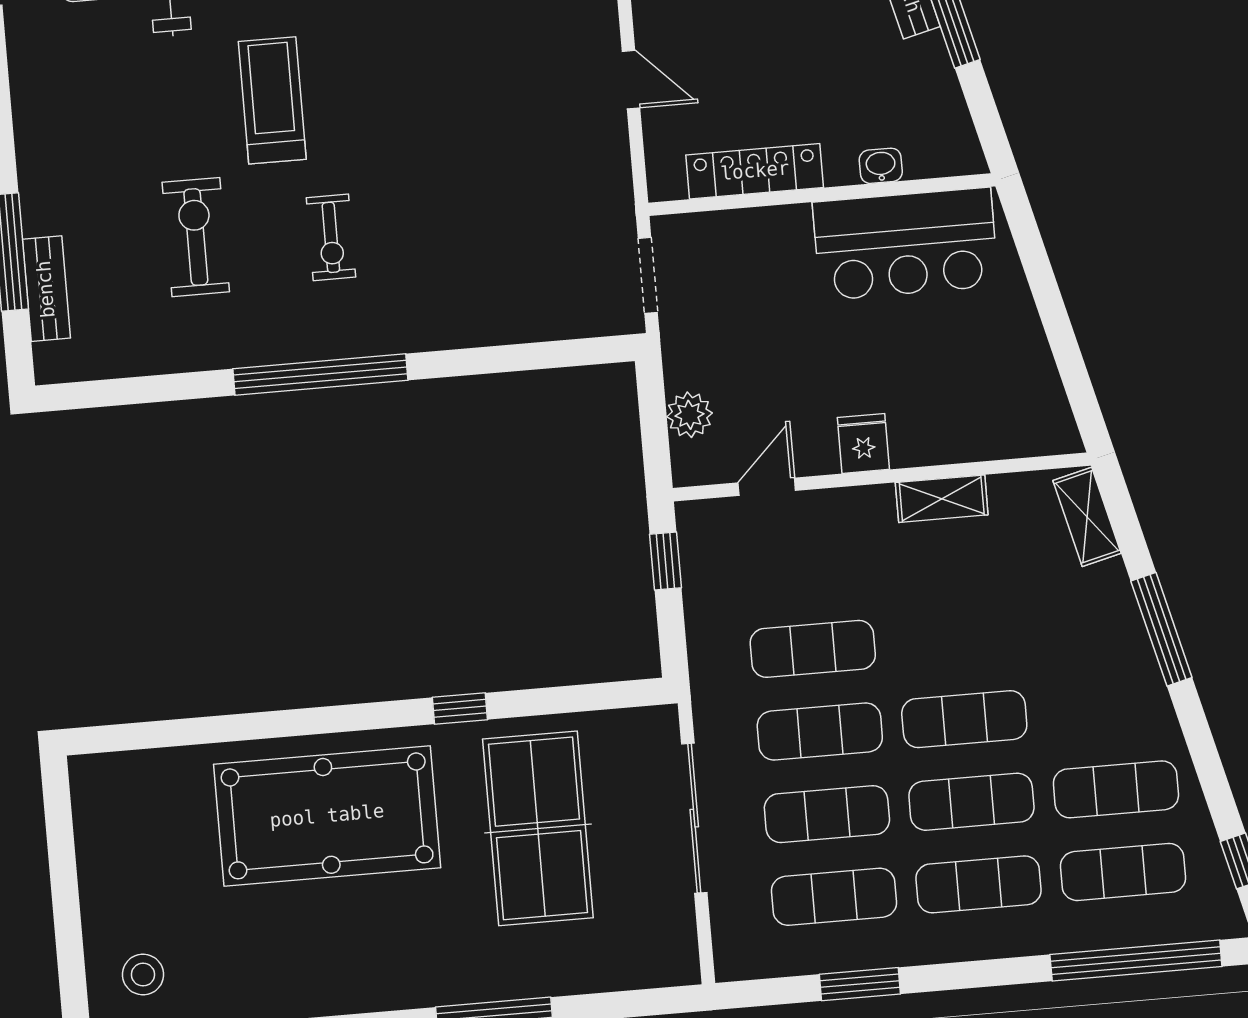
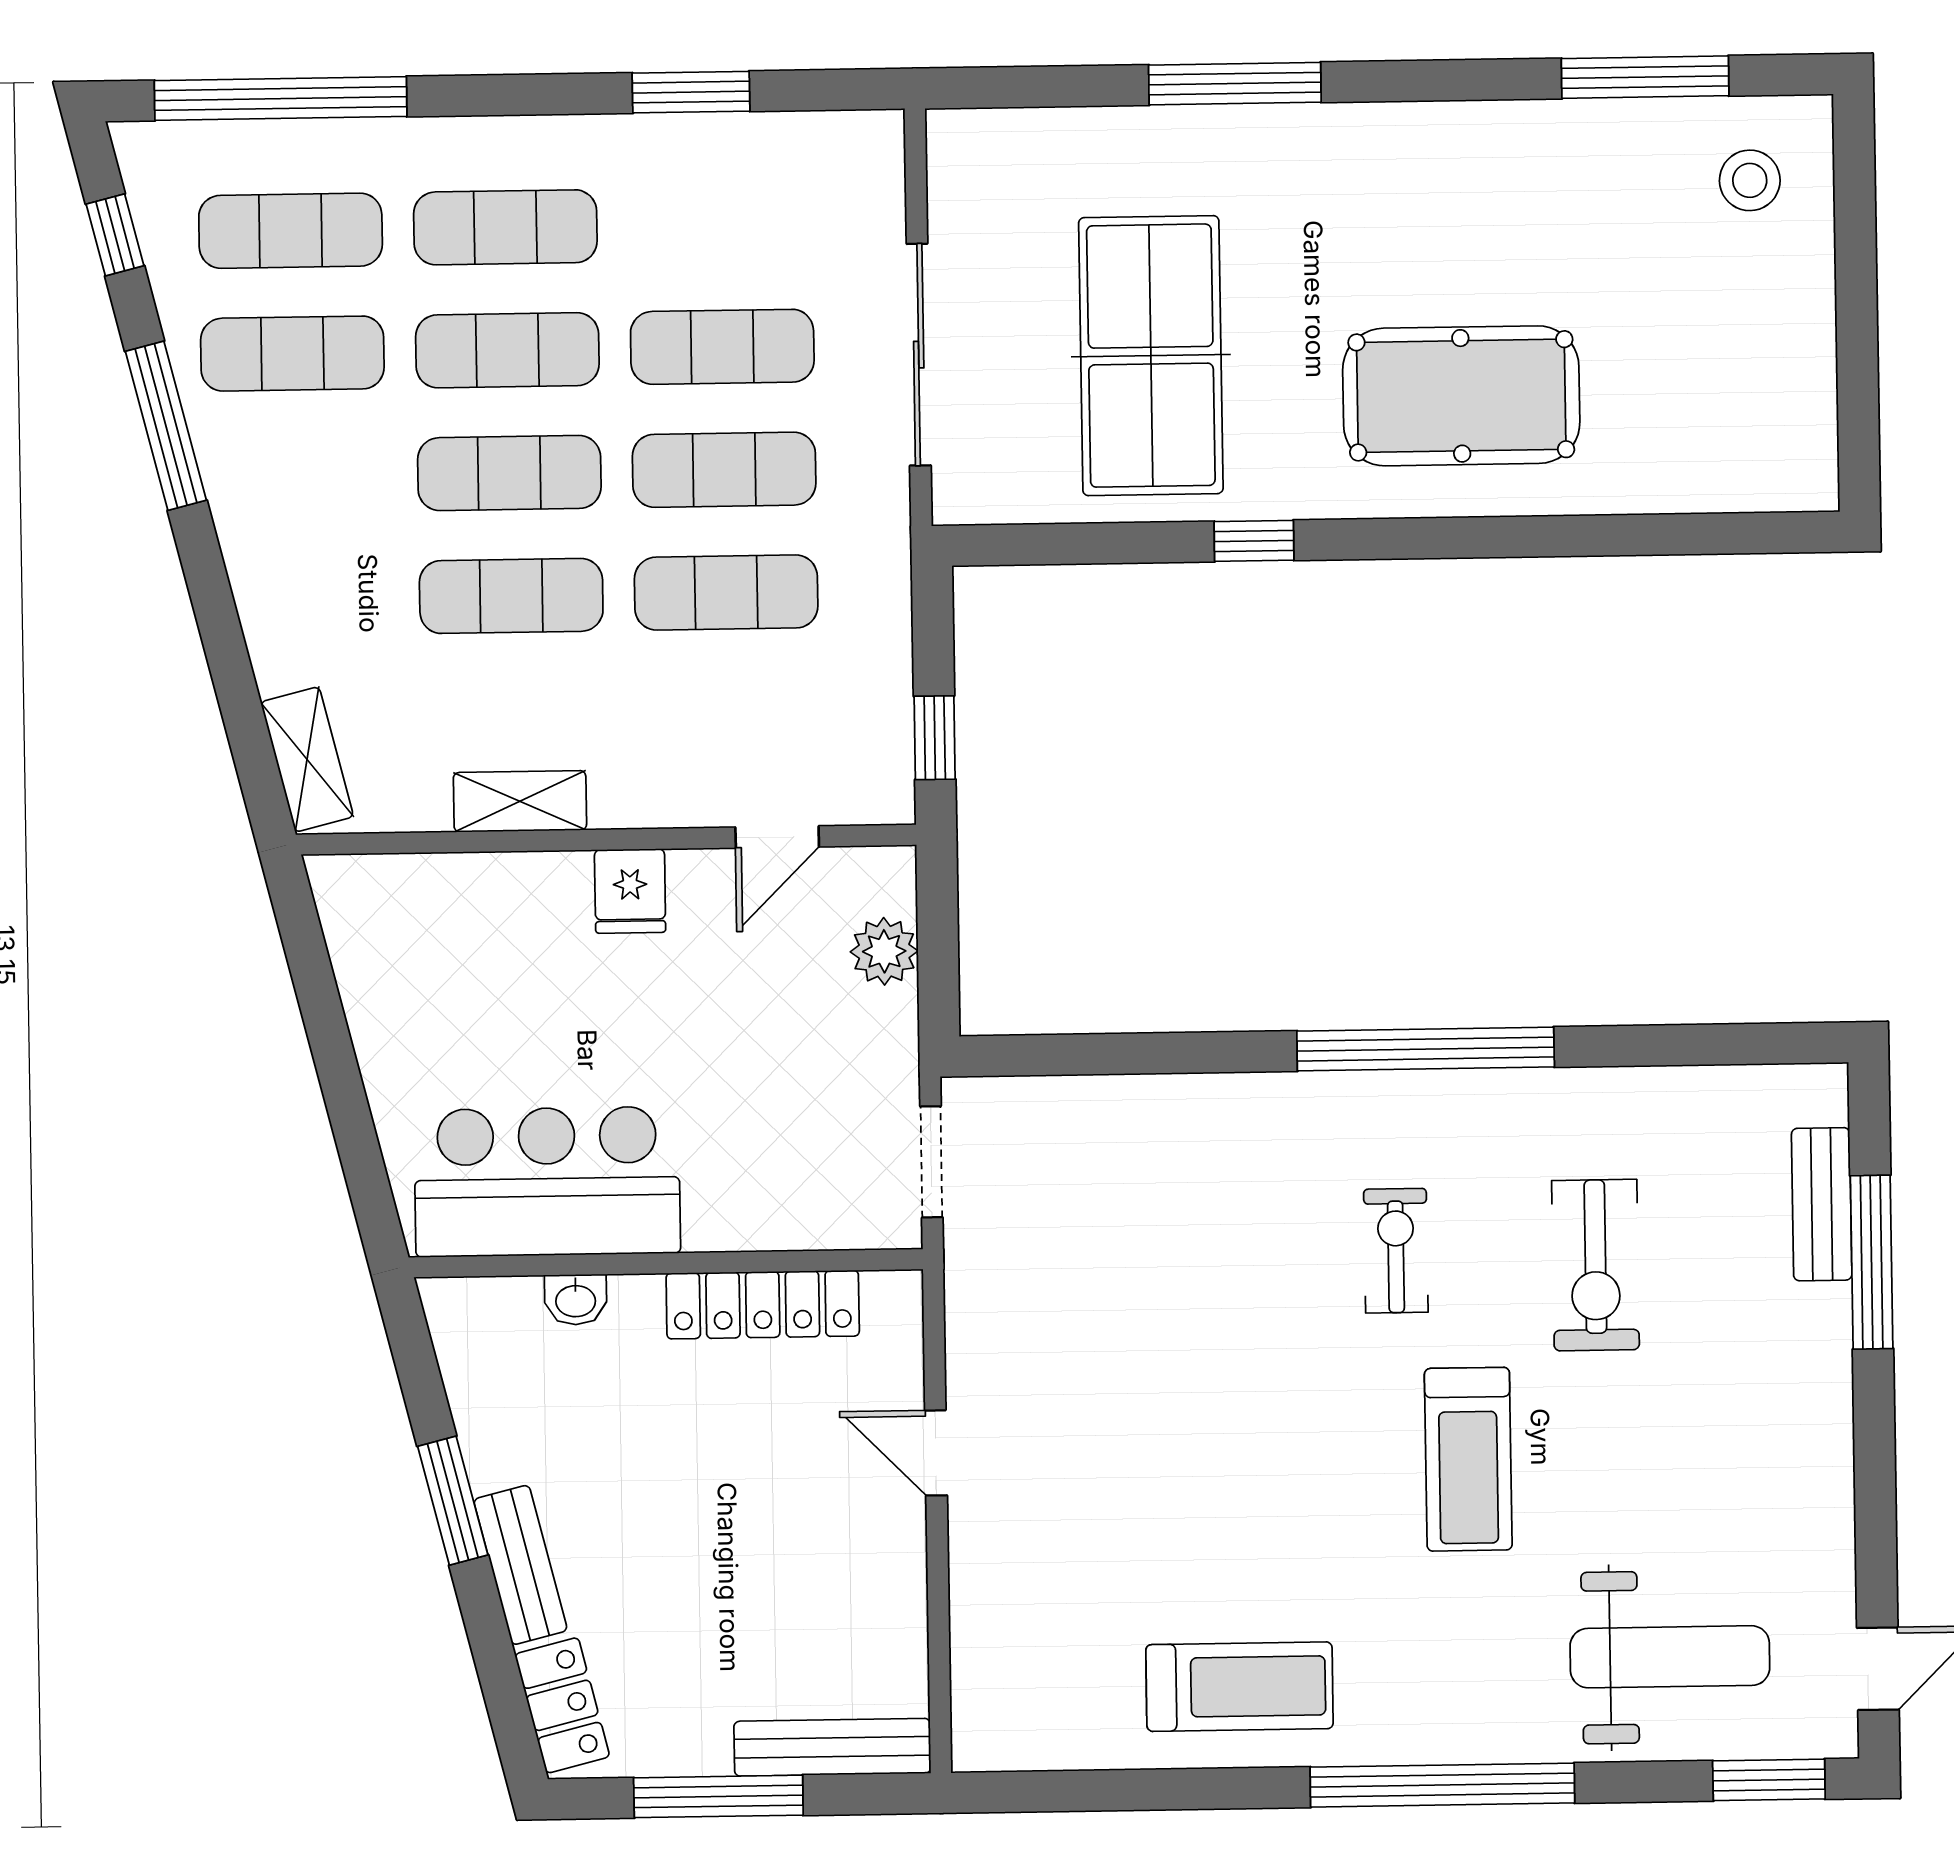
window: (1161, 629) -> (166, 426), moved
pool table: (327, 816) -> (1461, 396), width x0.73, depth x0.76
exercise mat: (834, 897) -> (511, 596), moved

